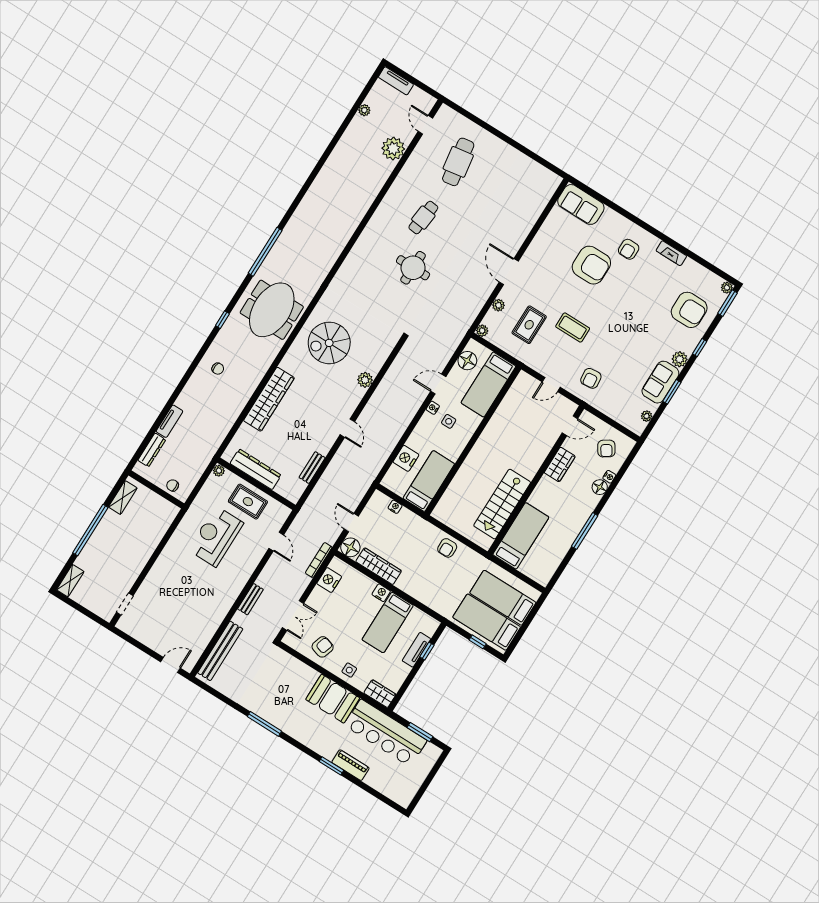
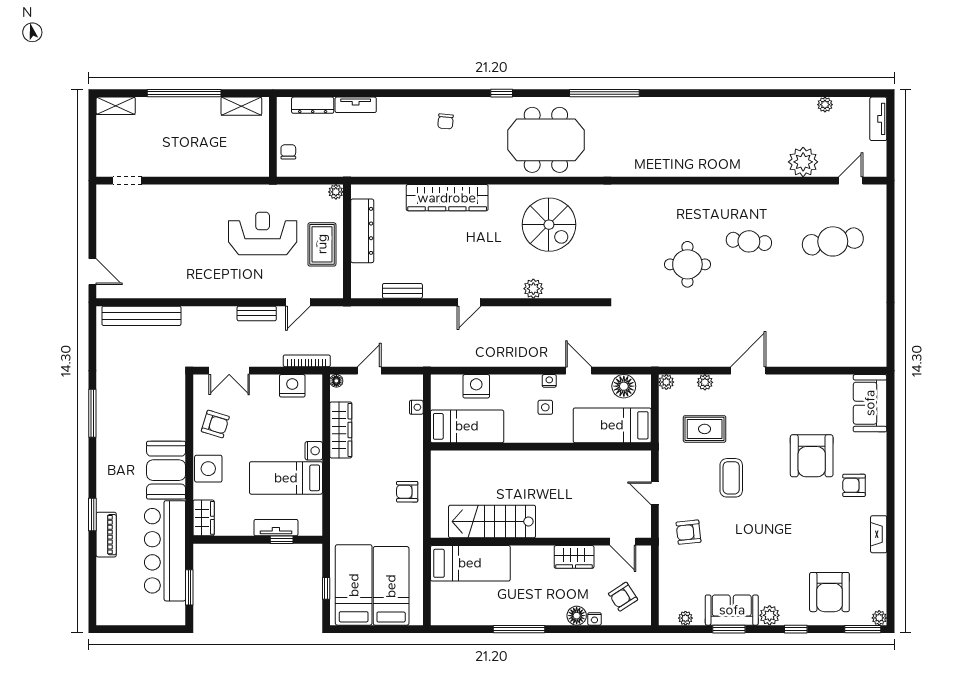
spiral stairs: (329, 343) -> (549, 225), turned 180
floor lamp: (350, 547) -> (336, 381), width x0.53, depth x0.53
bench: (250, 599) -> (257, 313), moved
side table: (349, 670) -> (208, 469), width x1.87, depth x1.87

